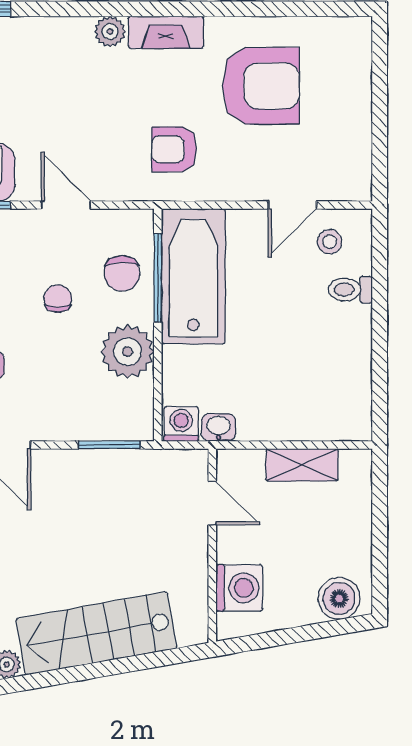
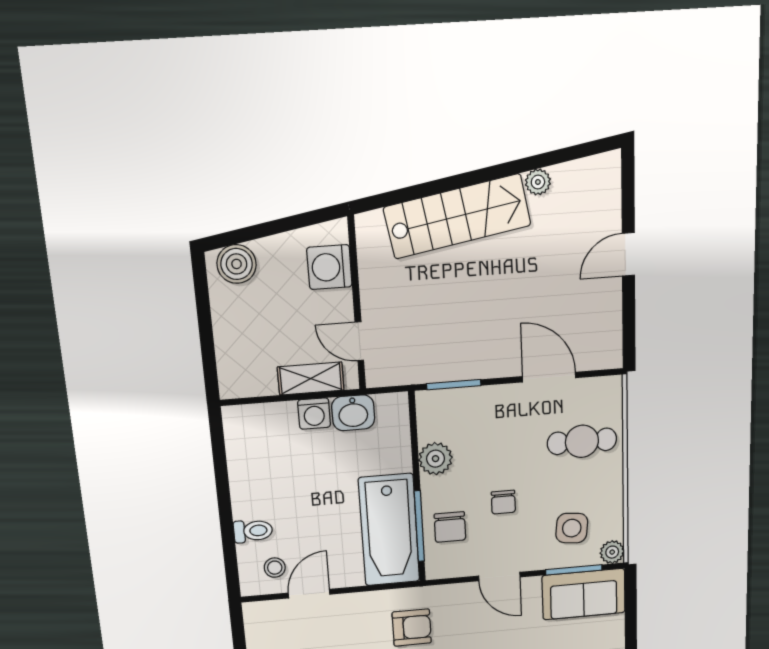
chair: (122, 273) -> (450, 527), turned 180
plant: (127, 352) -> (436, 459), width x0.73, depth x0.73
washing machine: (181, 424) -> (314, 414), moved
washbasin: (219, 427) -> (353, 413), width x1.38, depth x1.45
shelving: (302, 465) -> (311, 379), moved

